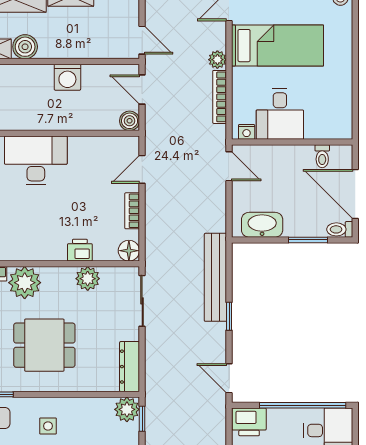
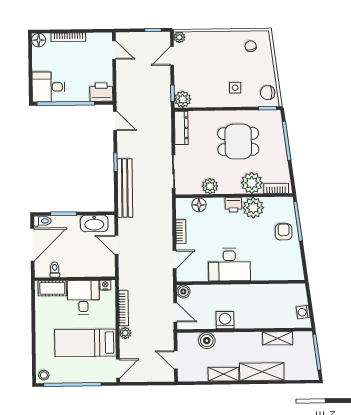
door: (142, 40) -> (176, 360), moved
boiler: (25, 47) -> (207, 341), moved
cot: (326, 128) -> (52, 288), added
desk: (36, 160) -> (229, 265), moved
door: (229, 166) -> (116, 245), moved
door: (355, 194) -> (32, 245), hinge flipped
plant: (23, 245) -> (253, 208), added
printer: (80, 250) -> (233, 205), moved
floor lamp: (129, 251) -> (199, 205), moved

